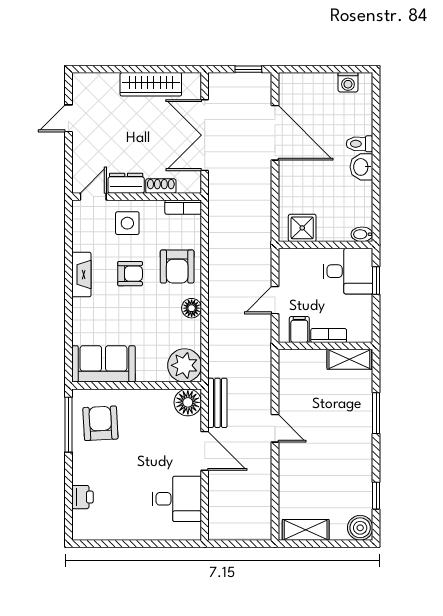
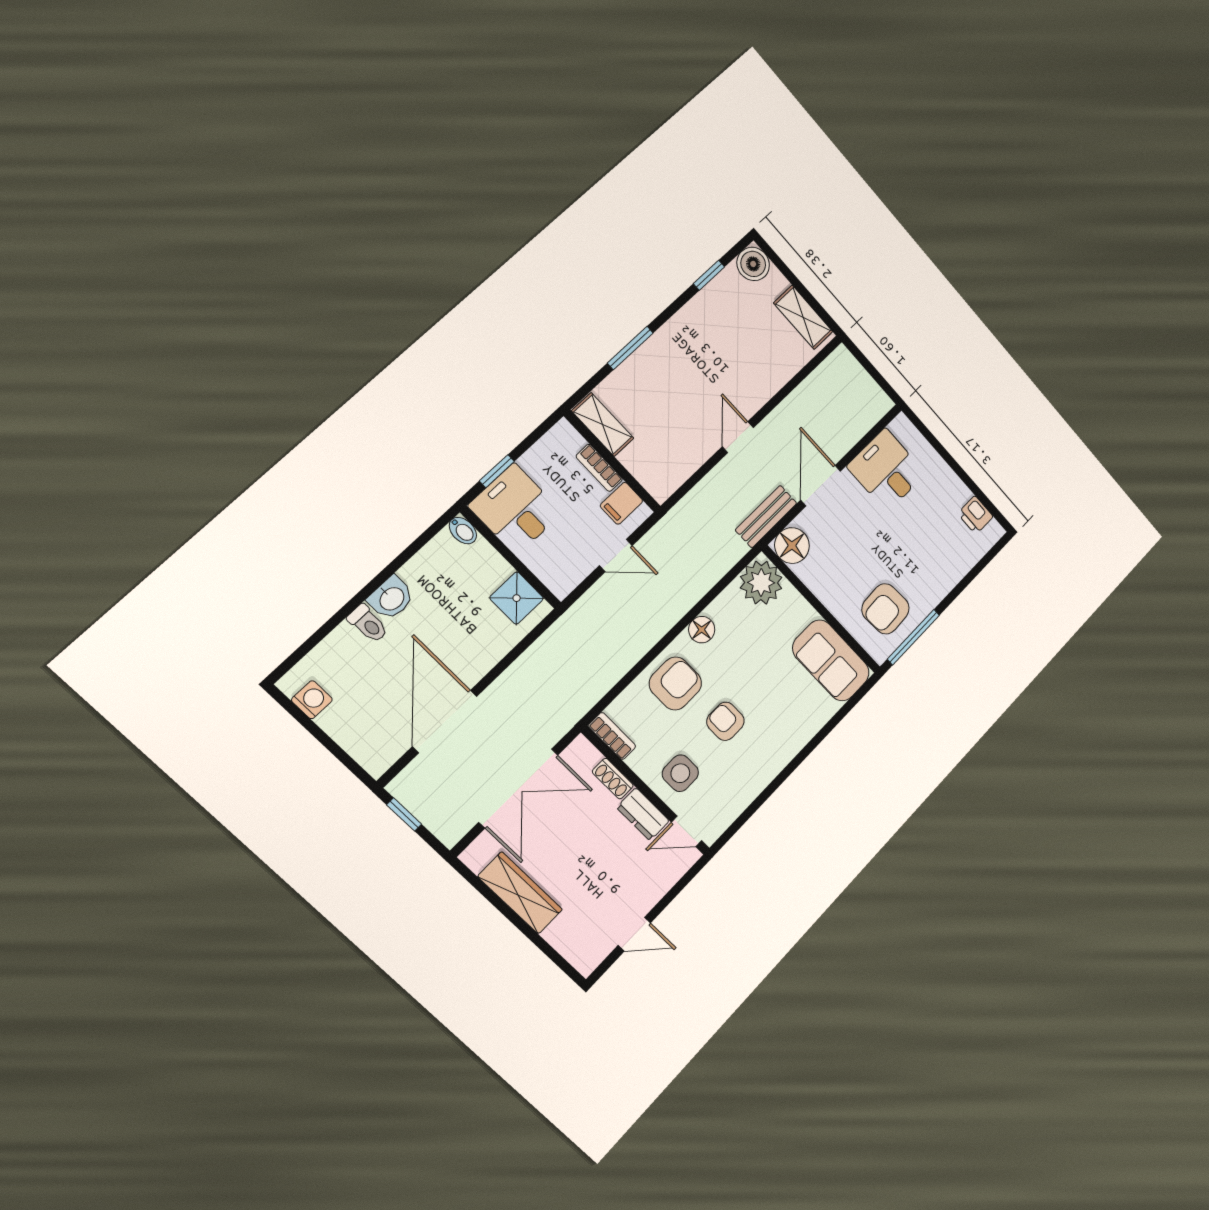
fireplace: (81, 275) -> (770, 766), removed
printer: (82, 497) -> (975, 515), moved, turned -90

